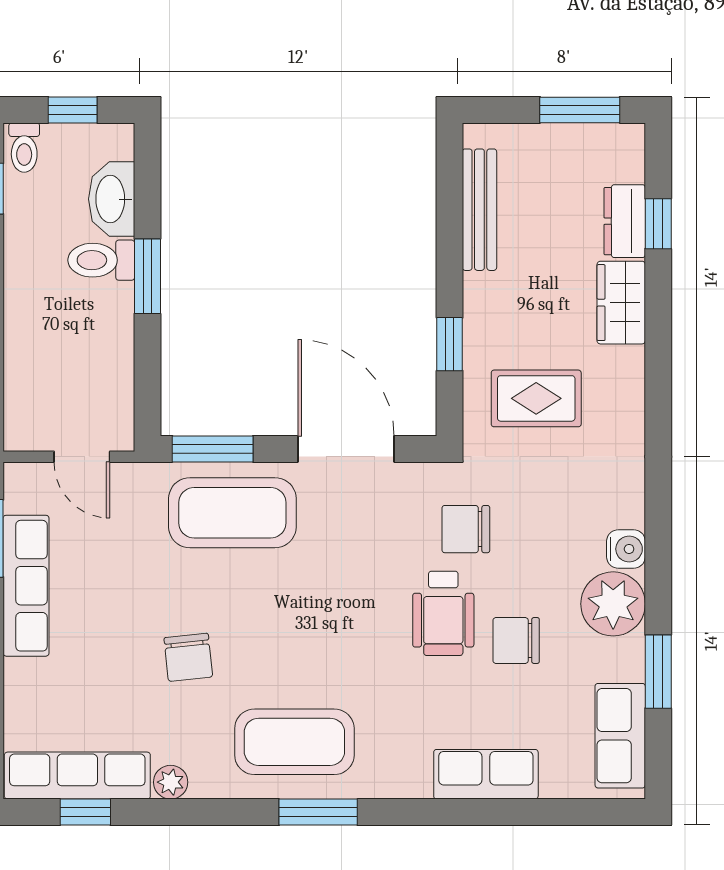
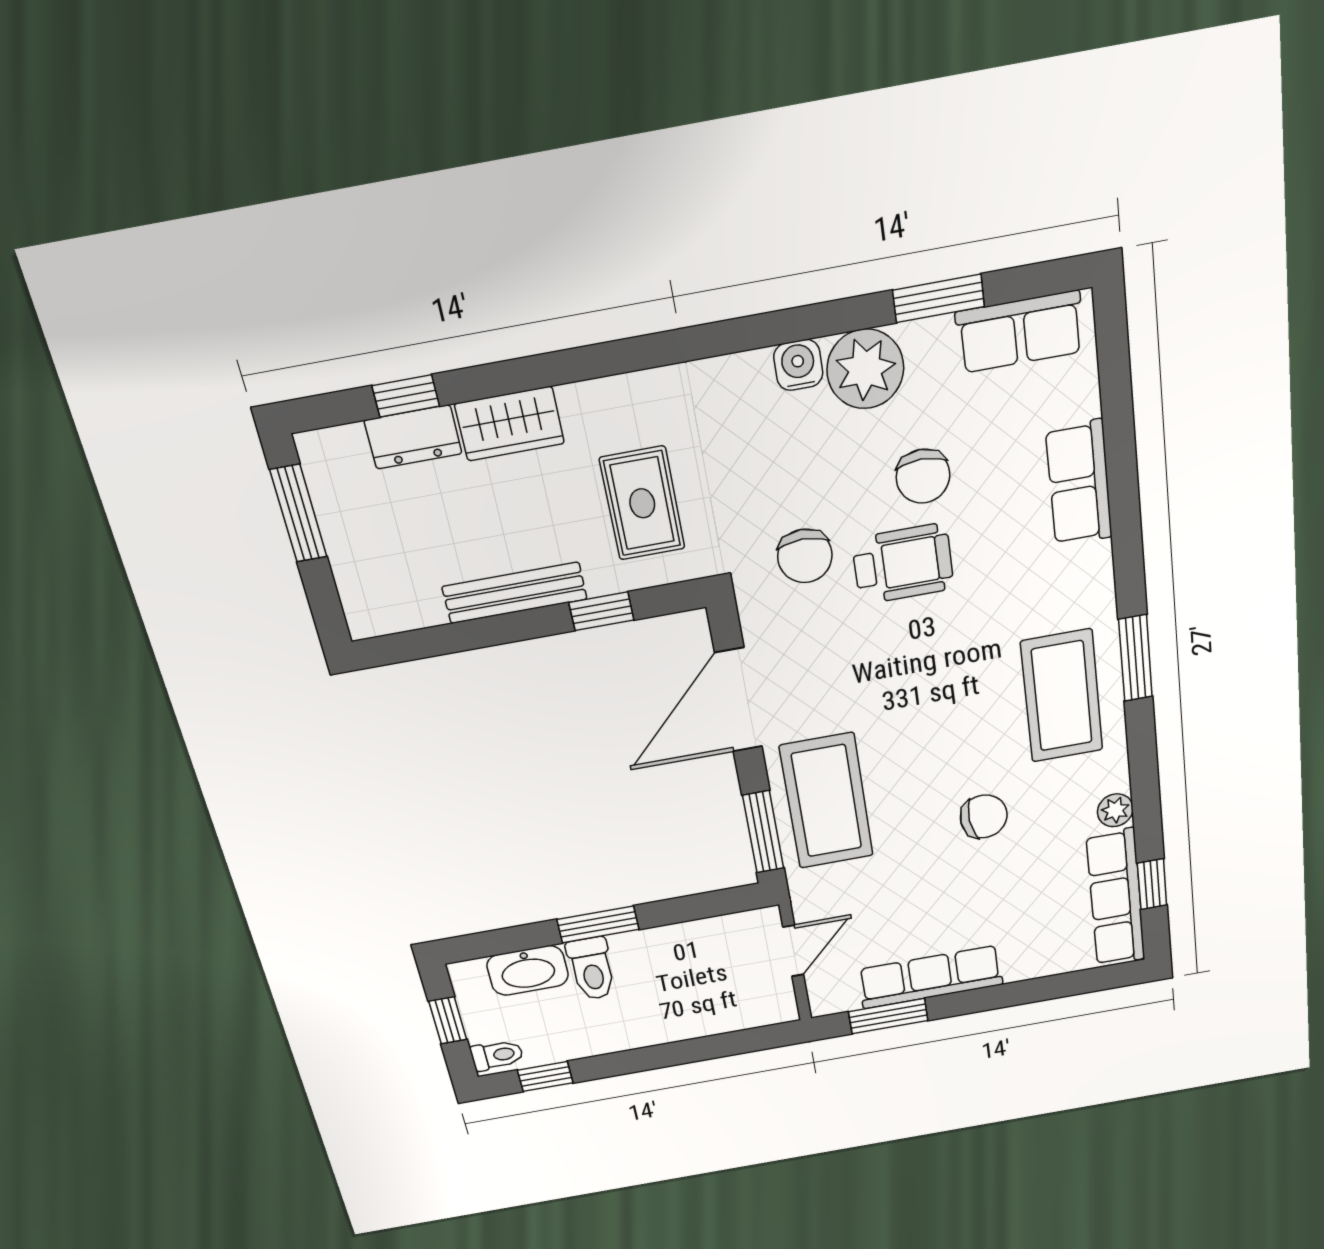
bench: (479, 210) -> (515, 593), moved

